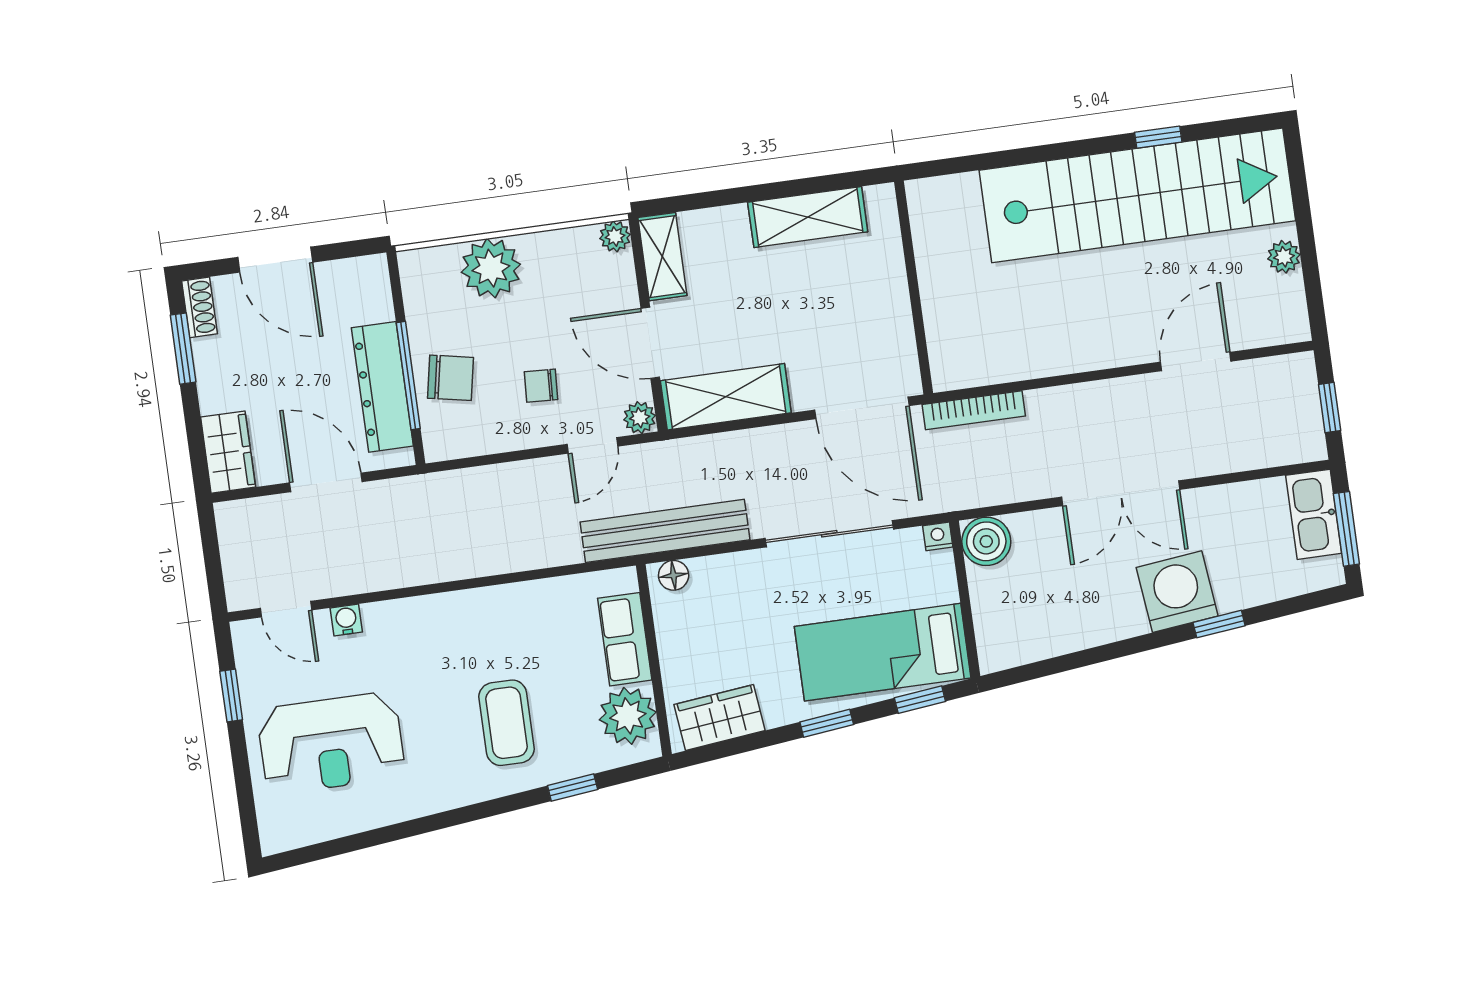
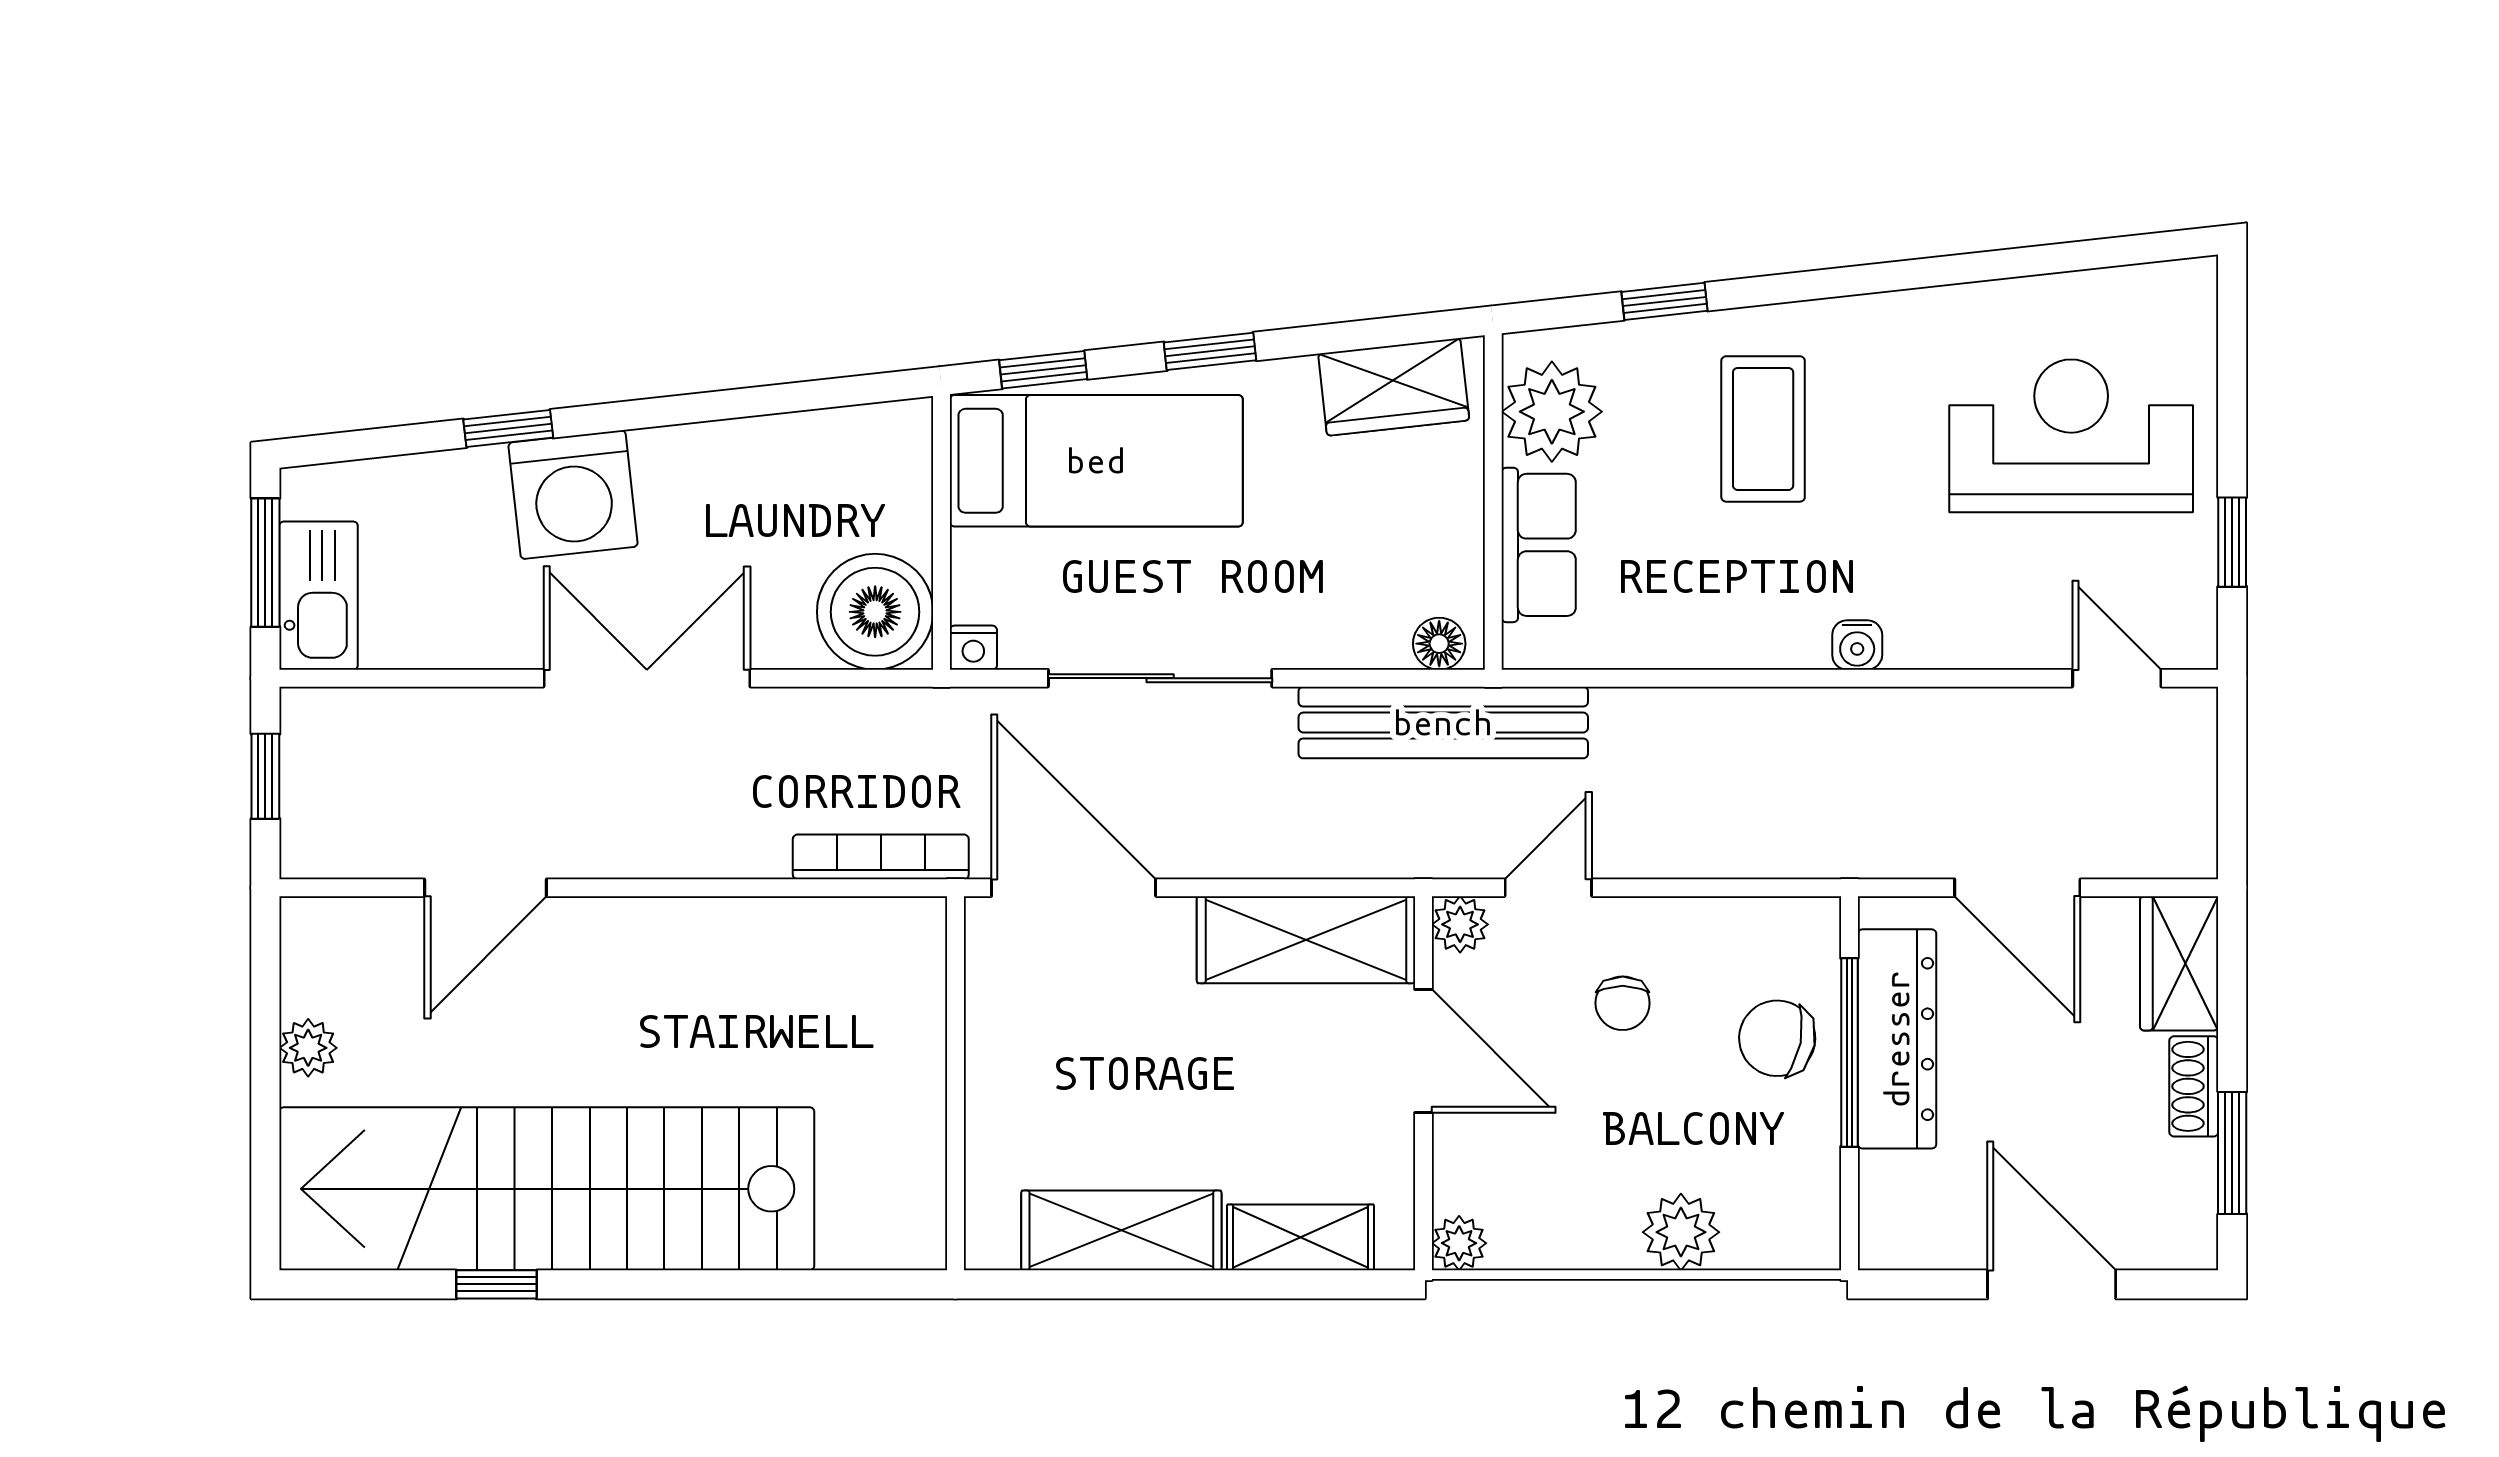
shelving: (662, 257) -> (1301, 1237), moved, turned 90
plant: (491, 268) -> (1681, 1232), width x0.73, depth x0.73
shoe rack: (200, 307) -> (2194, 1086), moved
chair: (541, 386) -> (1623, 1003), turned 87
boiler: (986, 541) -> (875, 612), width x1.37, depth x1.37
water cooler: (346, 620) -> (1857, 645), moved

